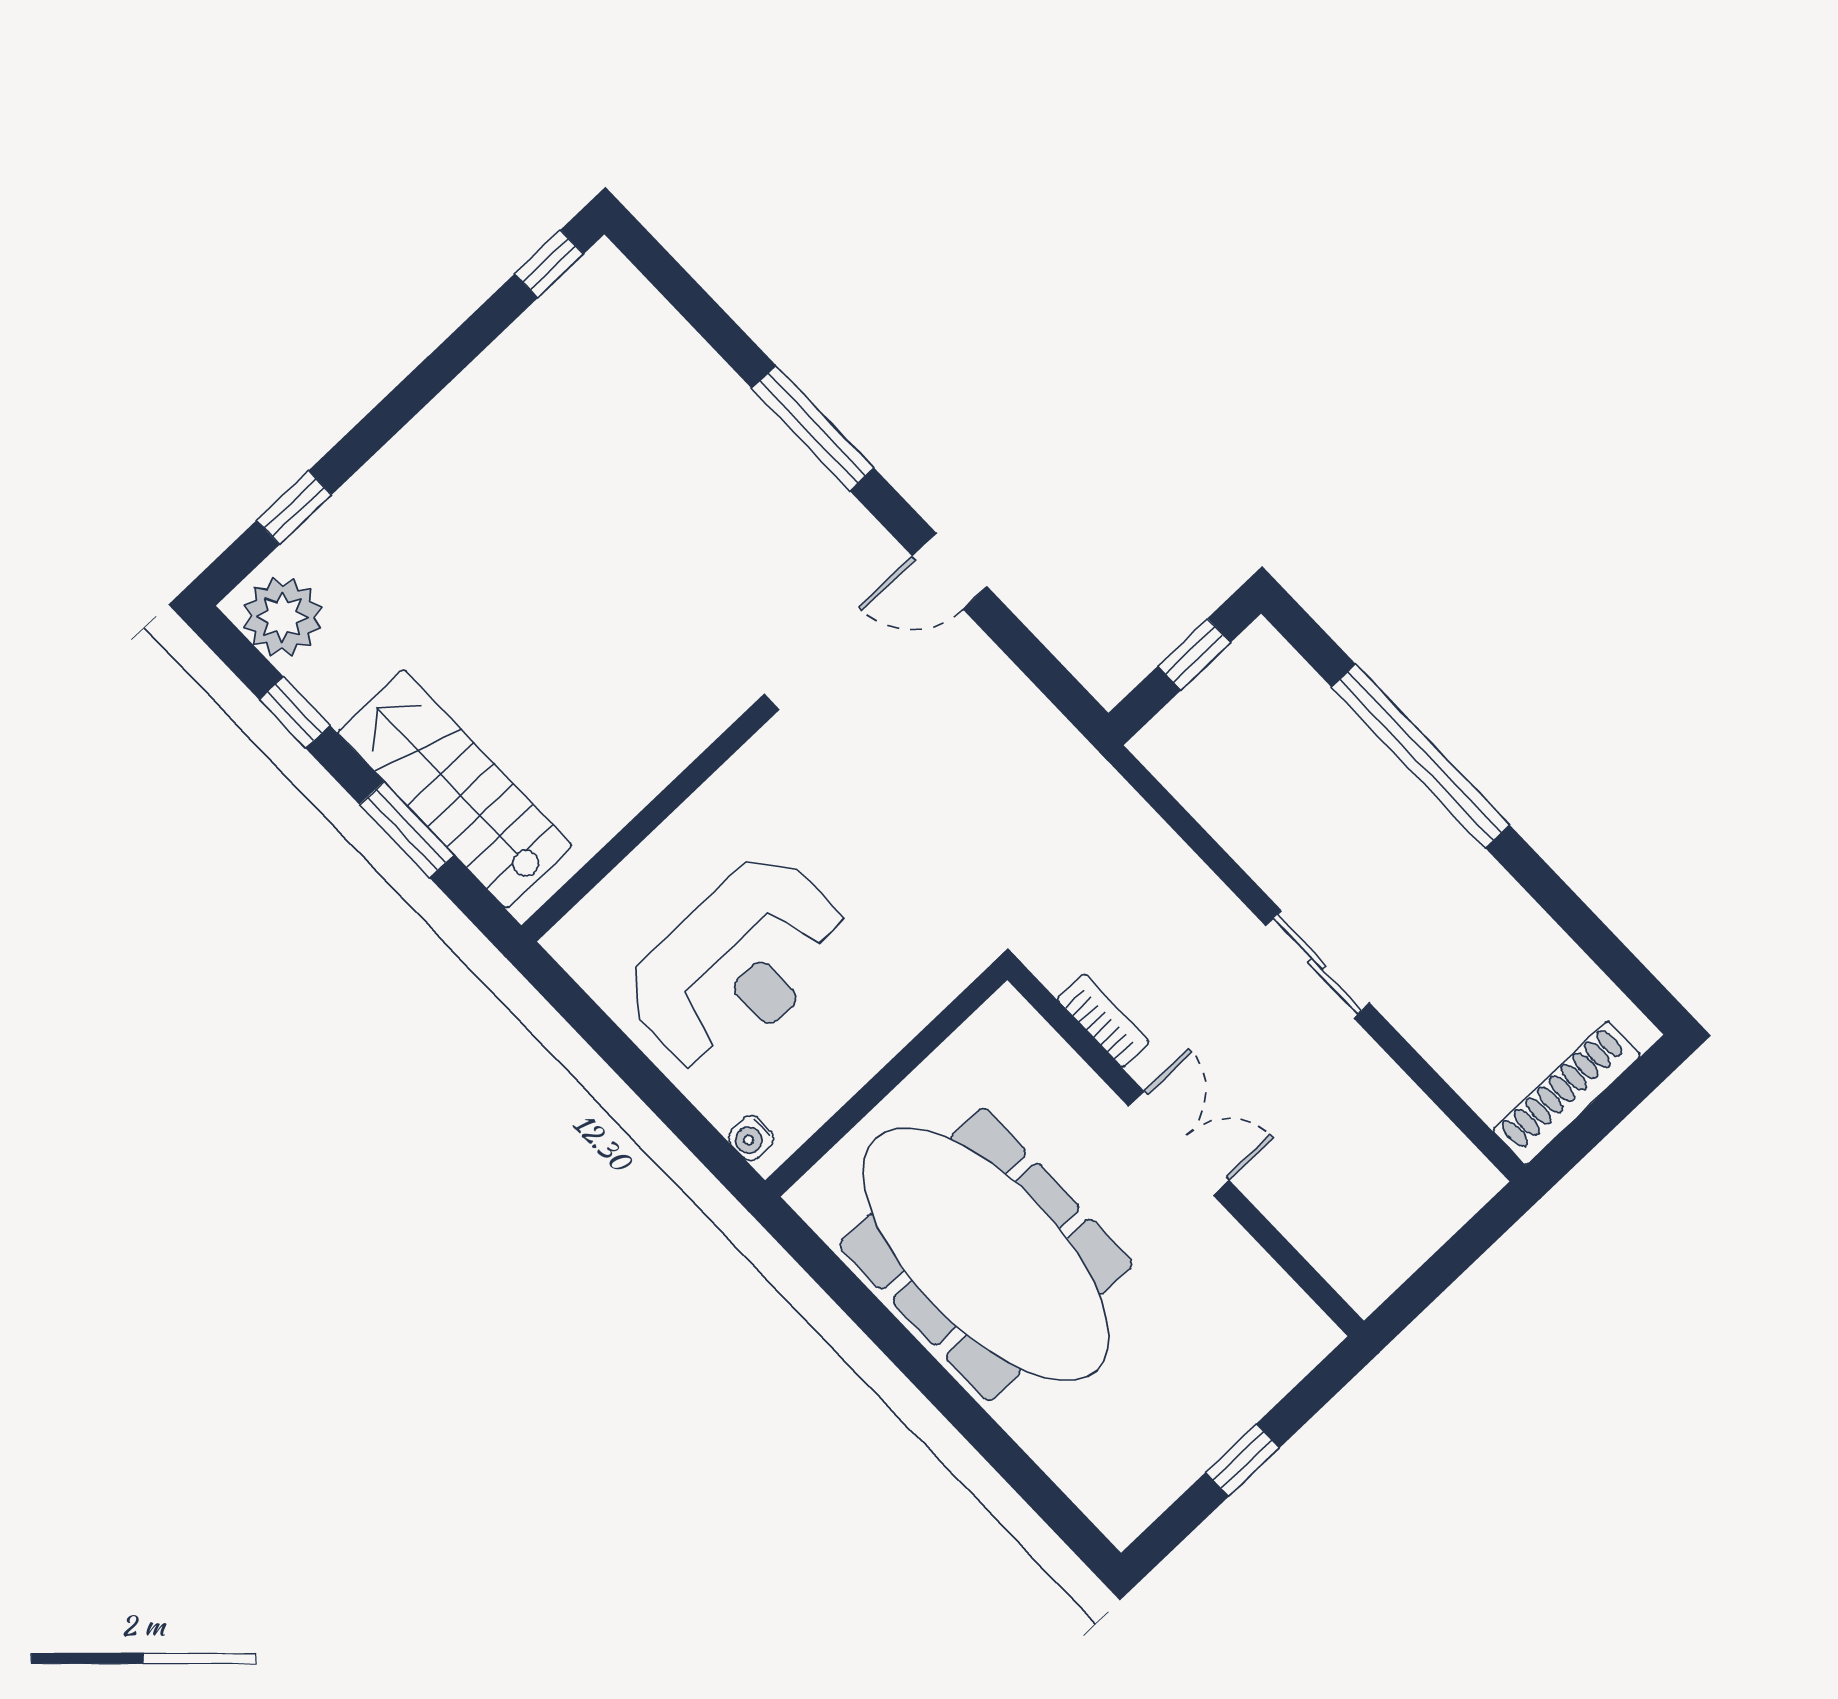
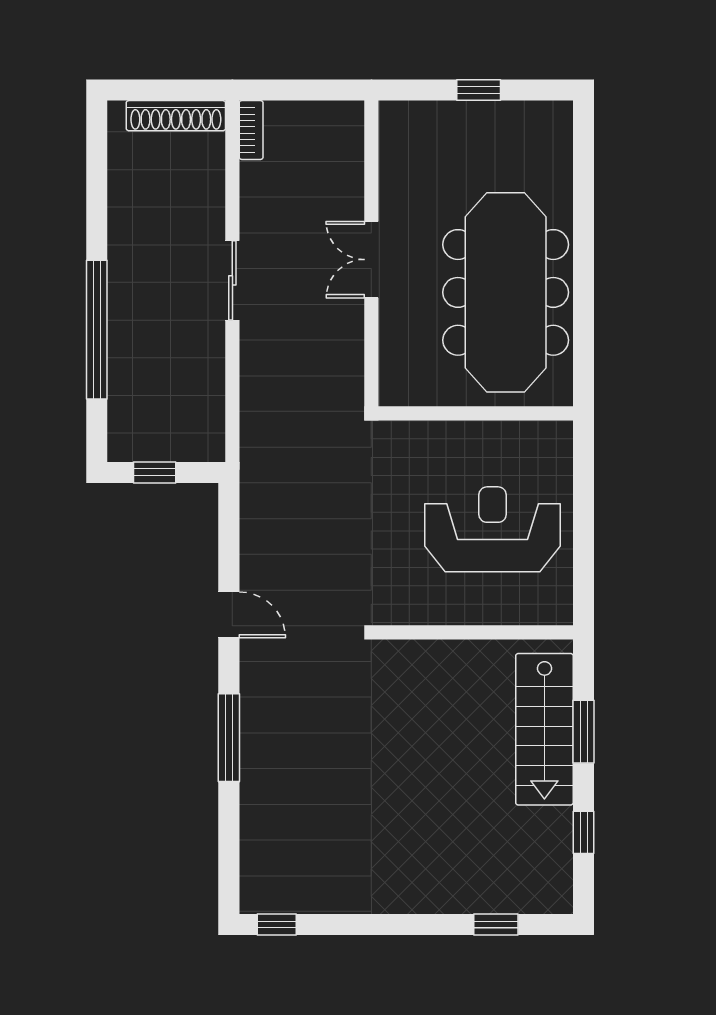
plant: (282, 617) -> (548, 880), removed
bookcase: (1103, 1021) -> (251, 130), moved, turned 180
water cooler: (751, 1138) -> (561, 446), removed

